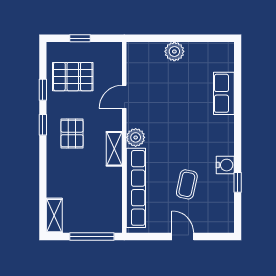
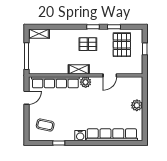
row of seats: (224, 93) -> (112, 135), width x2.02
door: (124, 97) -> (110, 75), swing flipped
water cooler: (225, 165) -> (80, 136), moved
coffee table: (187, 184) -> (45, 125), moved
door: (183, 236) -> (26, 98), moved

